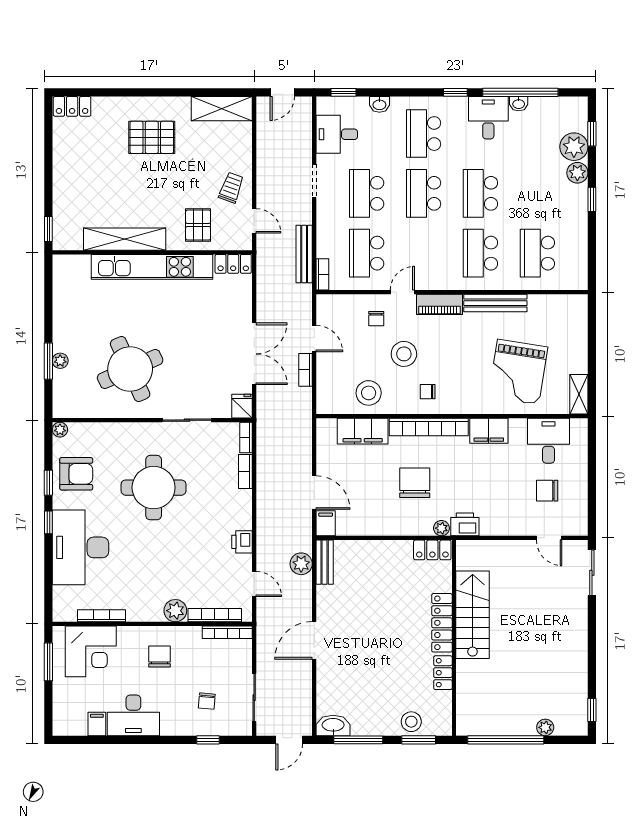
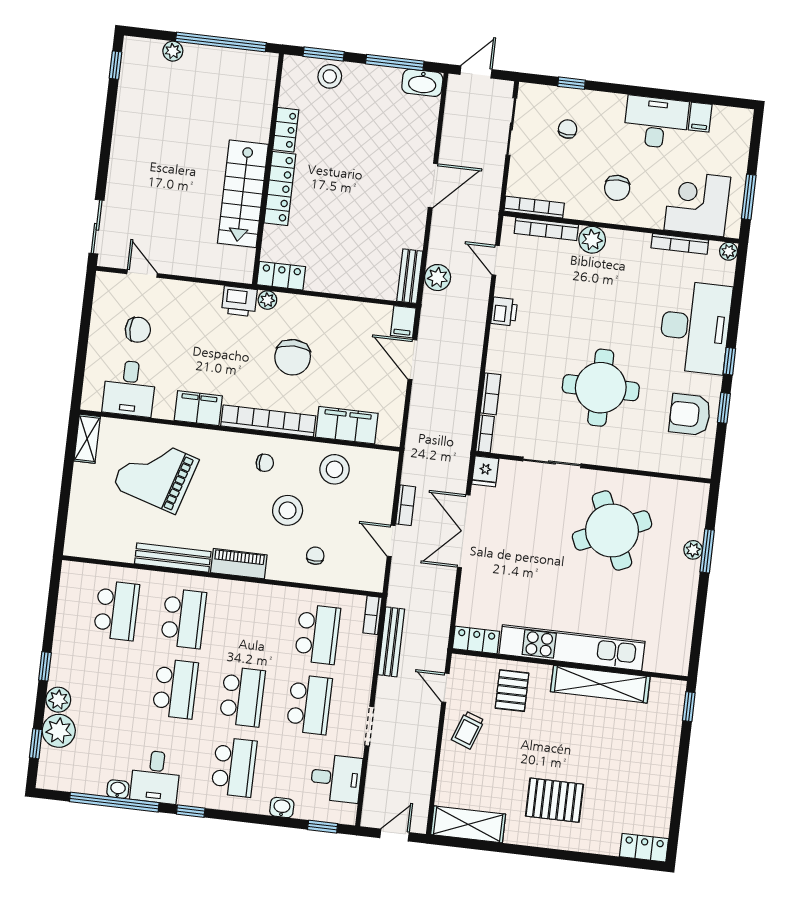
door: (402, 292) -> (281, 583), removed
grand piano: (518, 372) -> (156, 473), turned -82
plant: (60, 430) -> (729, 251), moved

